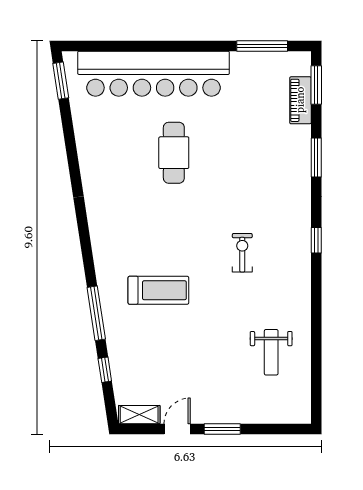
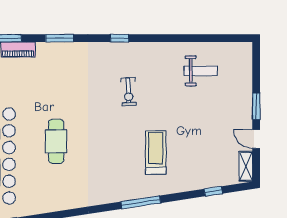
cafe table: (174, 153) -> (56, 141), turned 90
exercise bike: (242, 253) -> (129, 92), turned -92
window: (96, 313) -> (141, 202), moved

